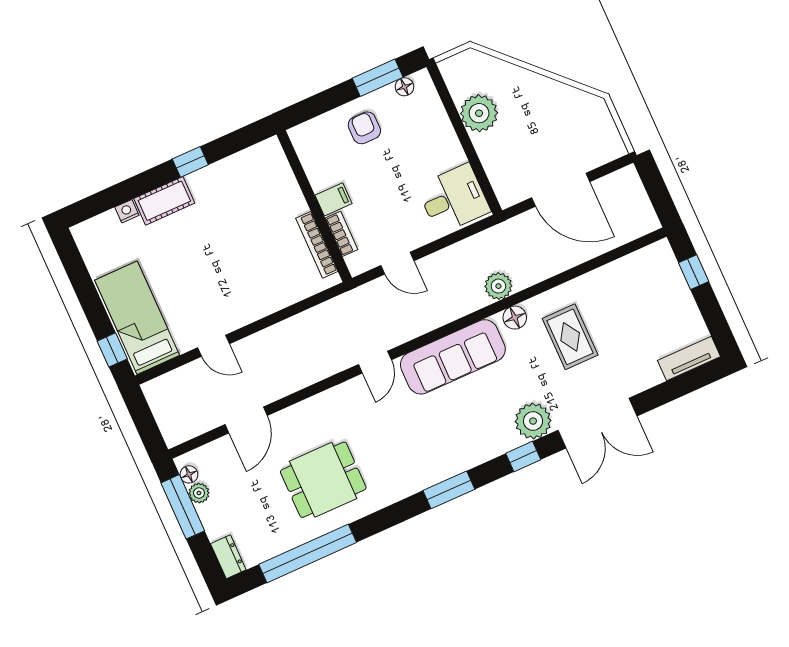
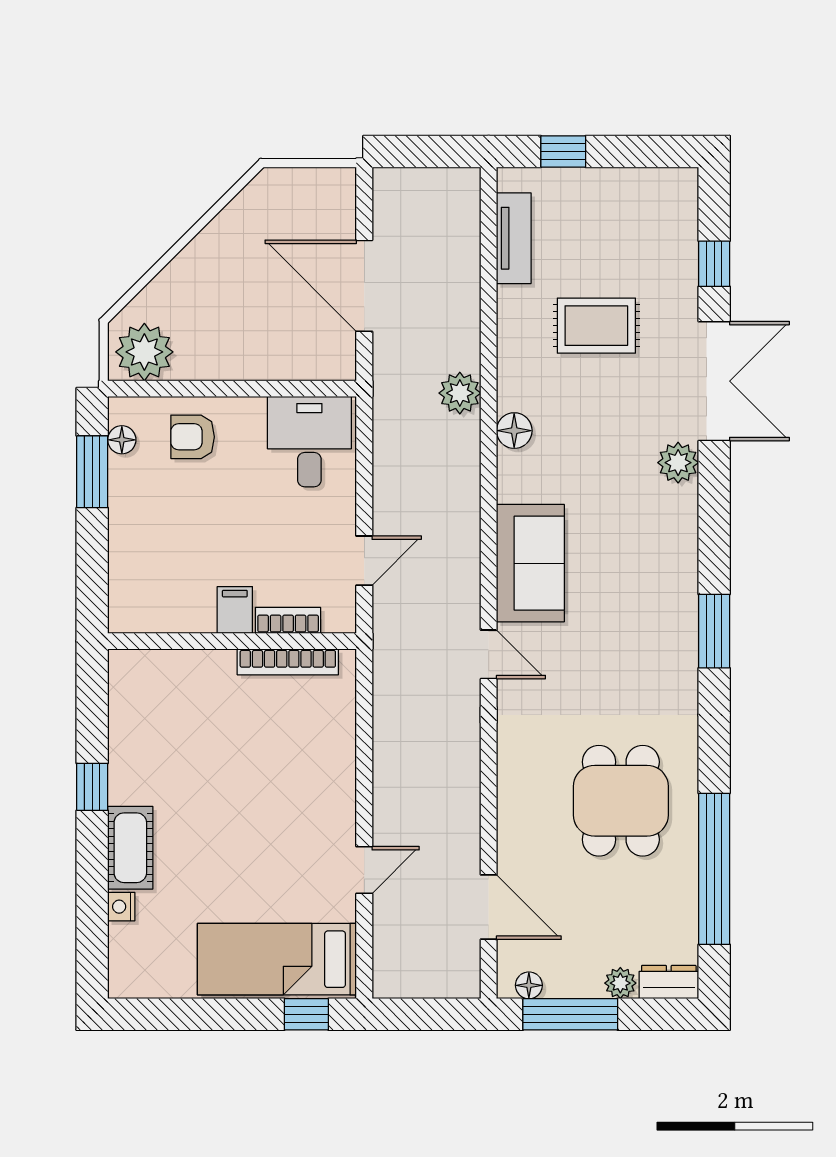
plant: (479, 113) -> (144, 352), moved
armchair: (364, 128) -> (193, 437), moved
door: (561, 190) -> (364, 286), swing flipped
plant: (498, 286) -> (460, 393), moved
rug: (570, 337) -> (596, 326), moved
sofa: (453, 357) -> (530, 563), width x0.73
tv unit: (689, 359) -> (514, 238), moved, turned 180
door: (246, 420) -> (489, 907), moved
plant: (533, 421) -> (678, 463), width x0.73, depth x0.73
window: (523, 457) -> (714, 264), moved
plant: (199, 493) -> (620, 983), moved

